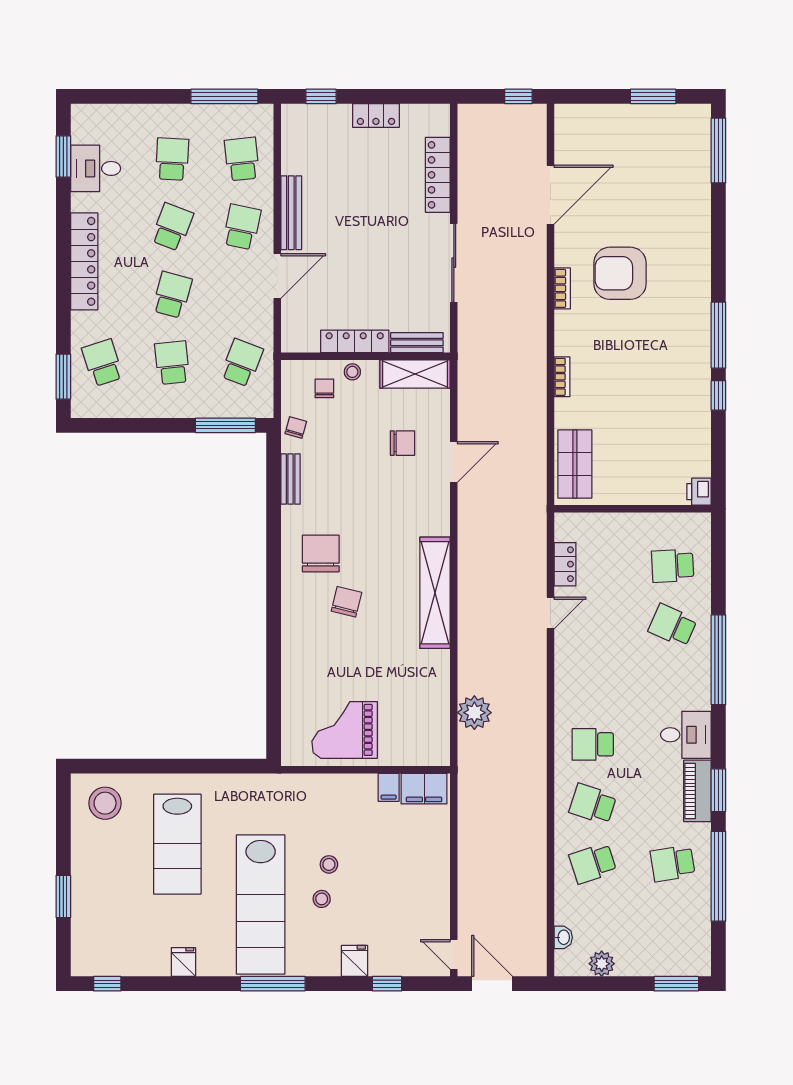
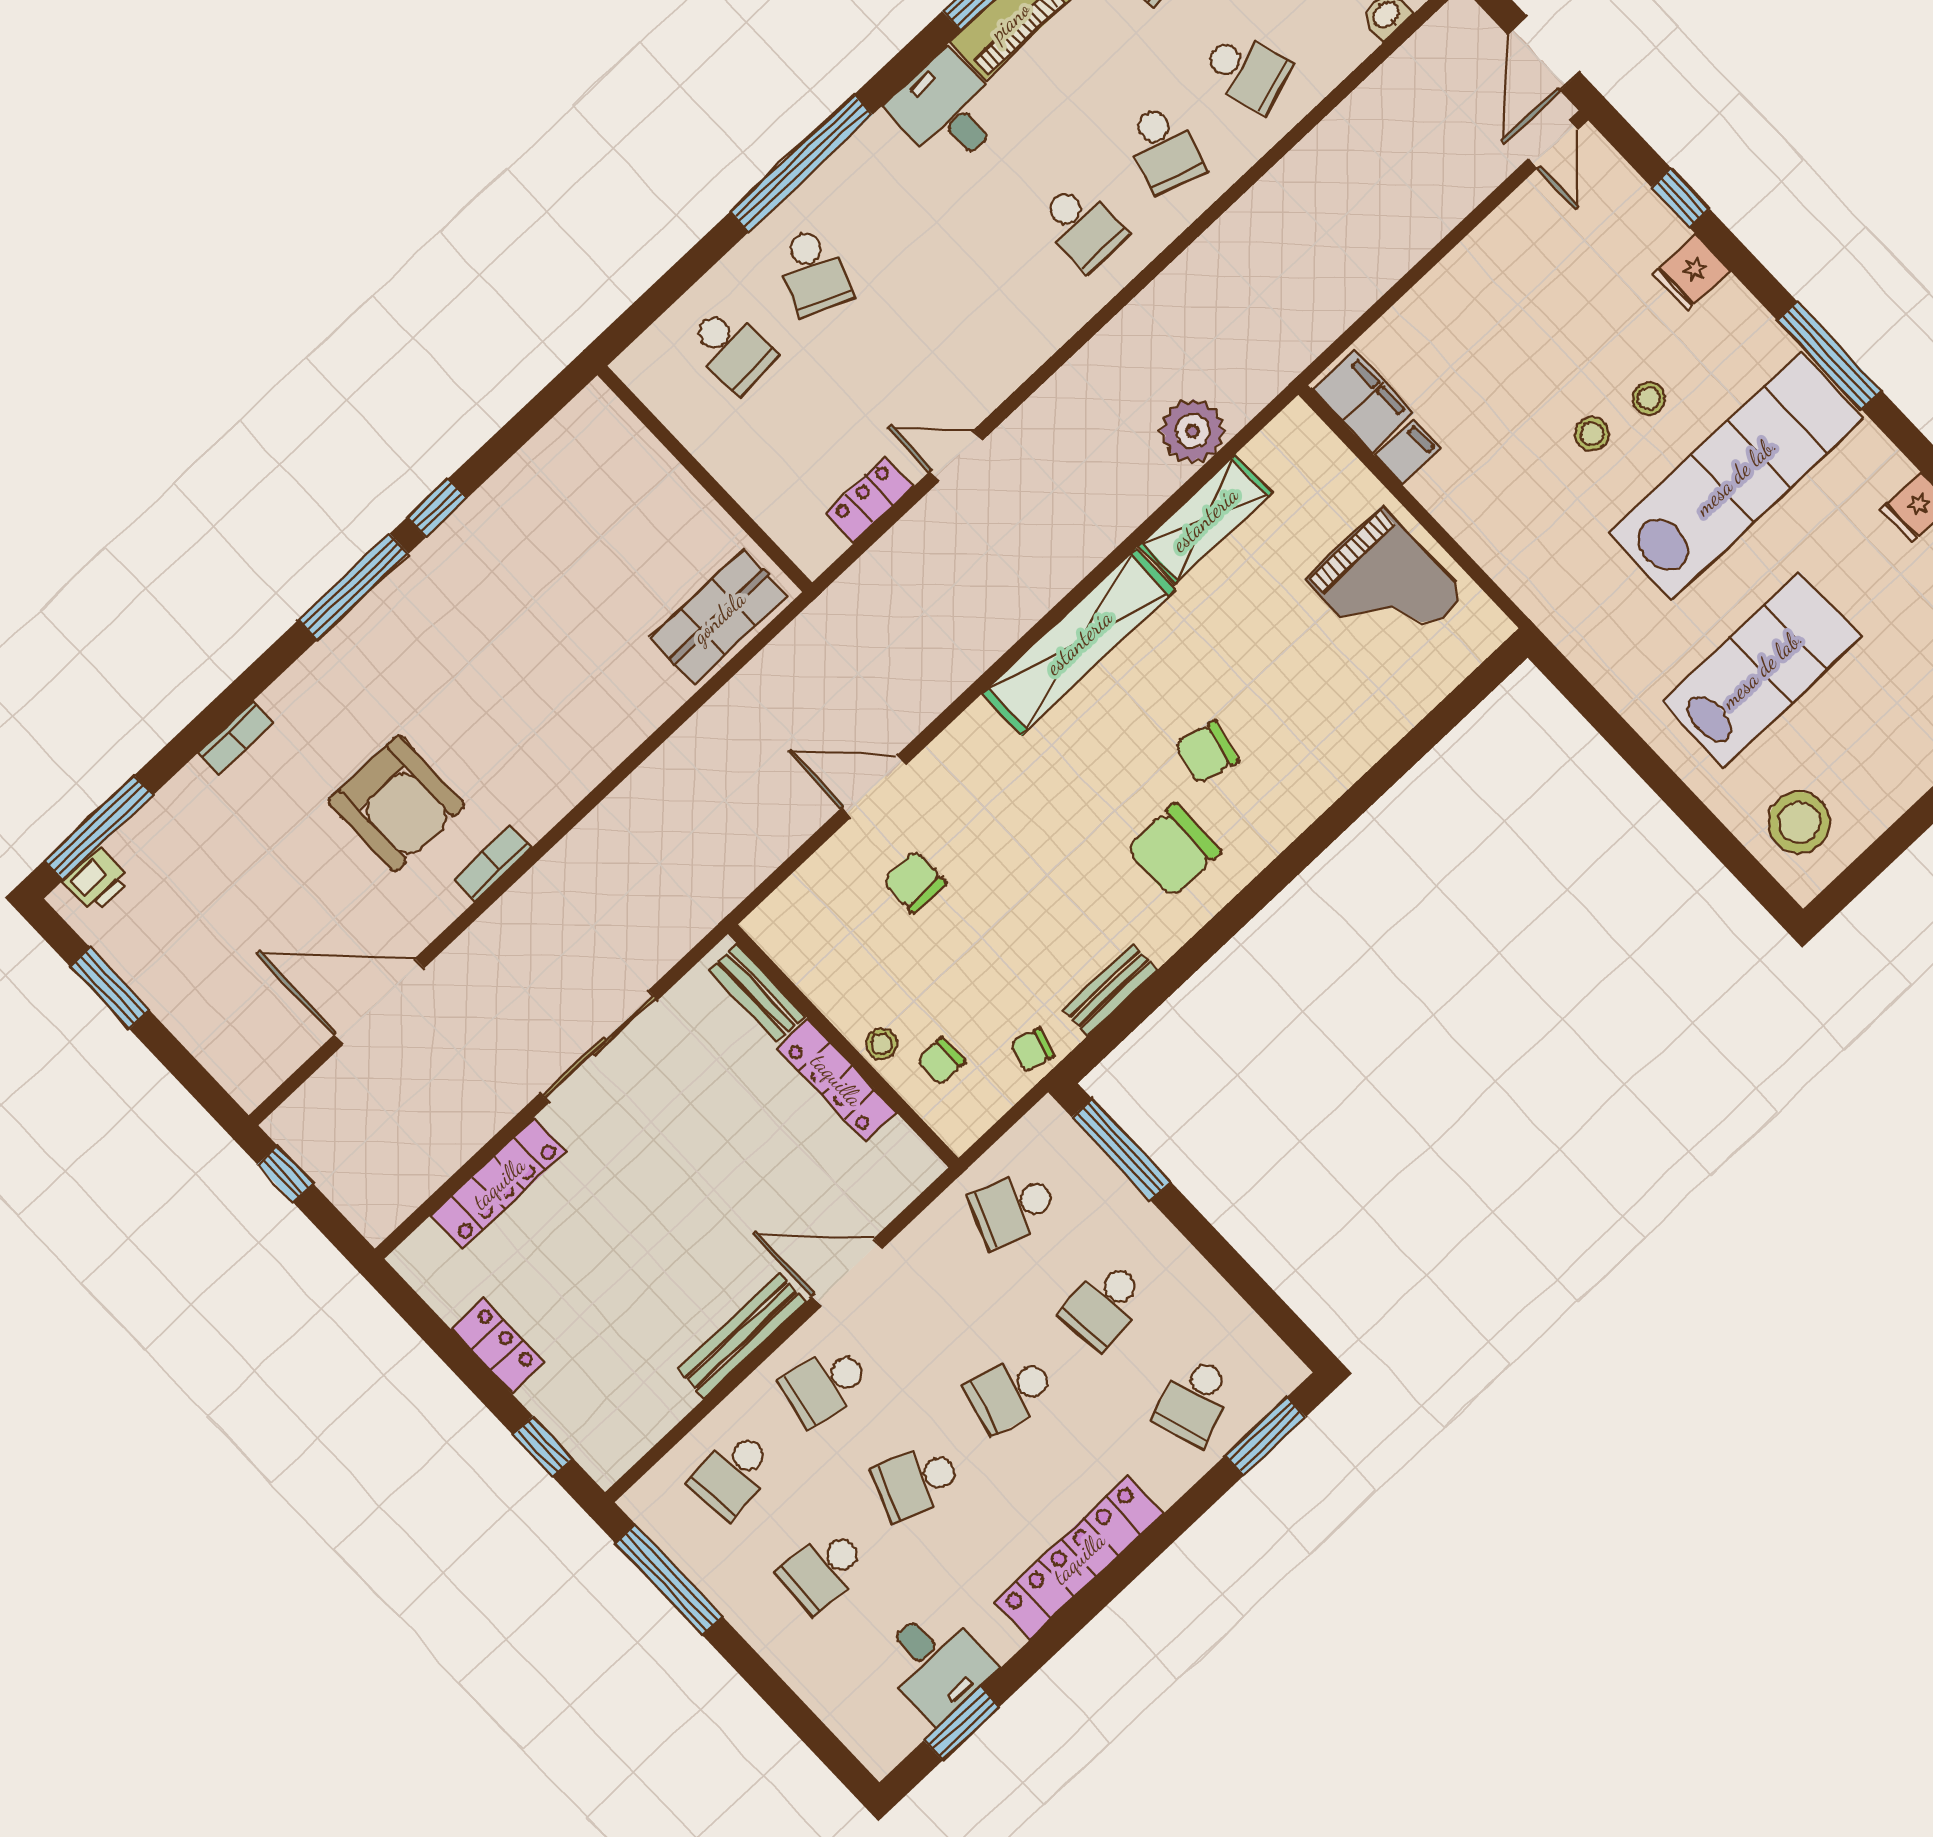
shelving: (415, 374) -> (1205, 519), moved, turned 90
bookcase: (562, 377) -> (235, 738), moved, turned 180
printer: (699, 492) -> (97, 880), moved

